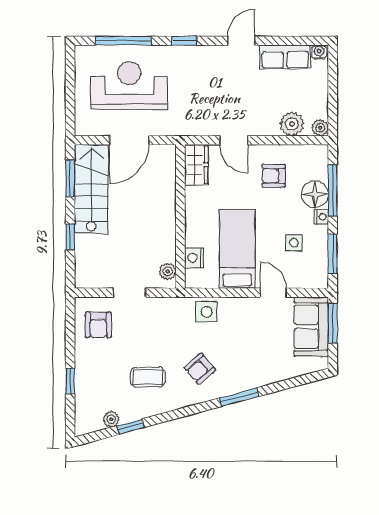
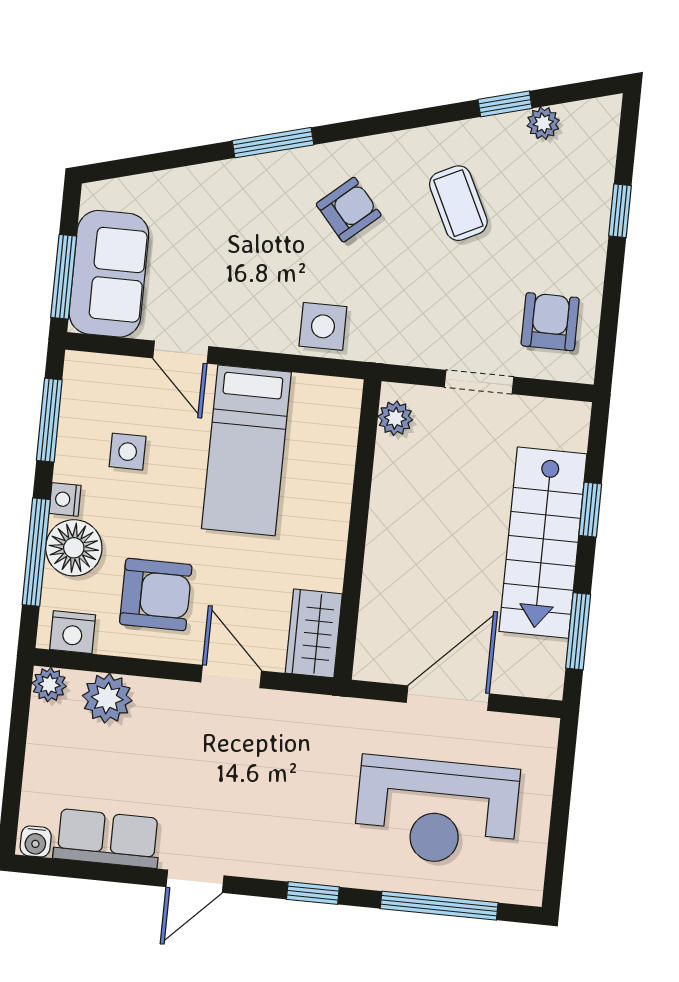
armchair: (274, 176) -> (156, 594), width x1.38, depth x1.38
stairs: (91, 189) -> (543, 543), moved
nightstand: (194, 258) -> (73, 632), moved, turned 90
coffee table: (148, 377) -> (458, 203), turned 64

